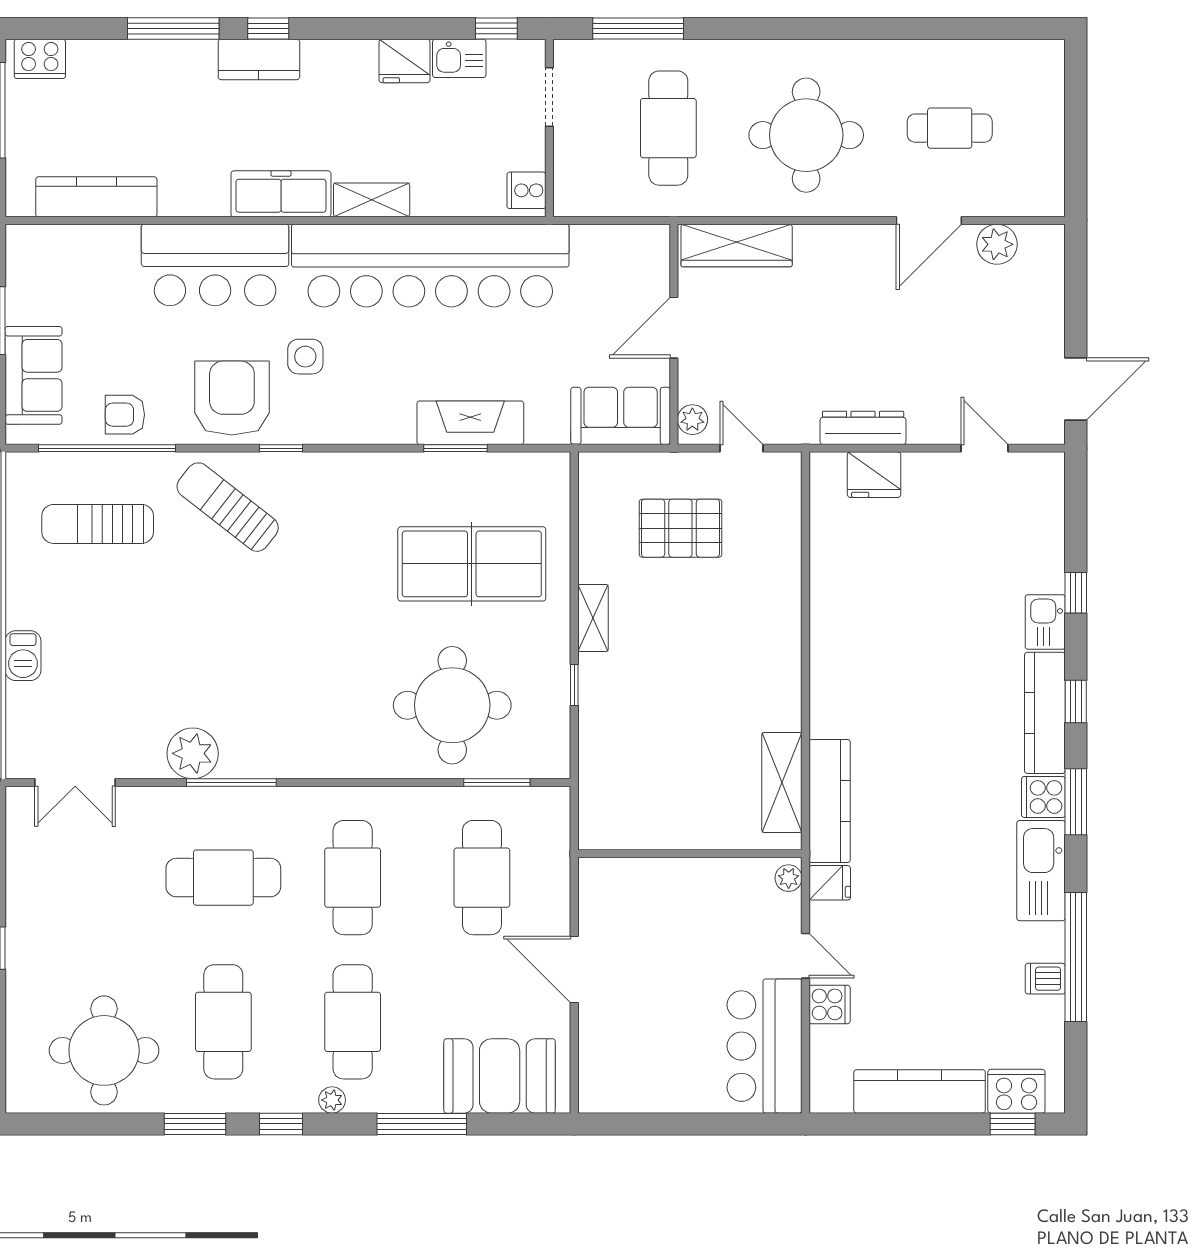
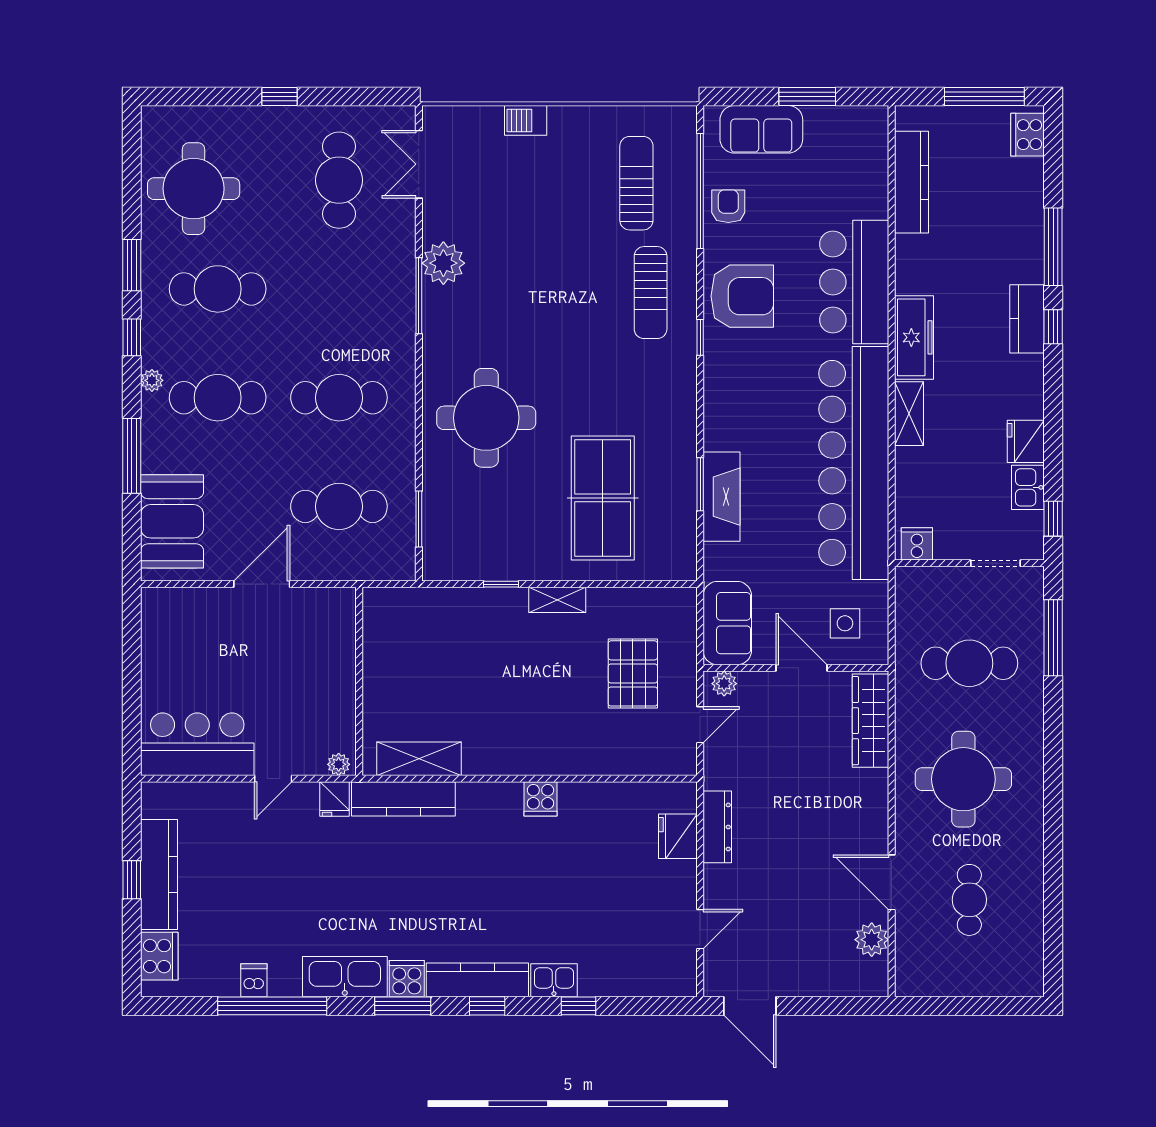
side table: (305, 357) -> (845, 623), moved
sun lounger: (228, 507) -> (651, 293), turned 142
round table: (452, 705) -> (486, 418), moved
cafe table: (223, 878) -> (339, 180), moved
cooker: (830, 1004) -> (541, 799), moved
window: (1013, 1124) -> (132, 880), moved

